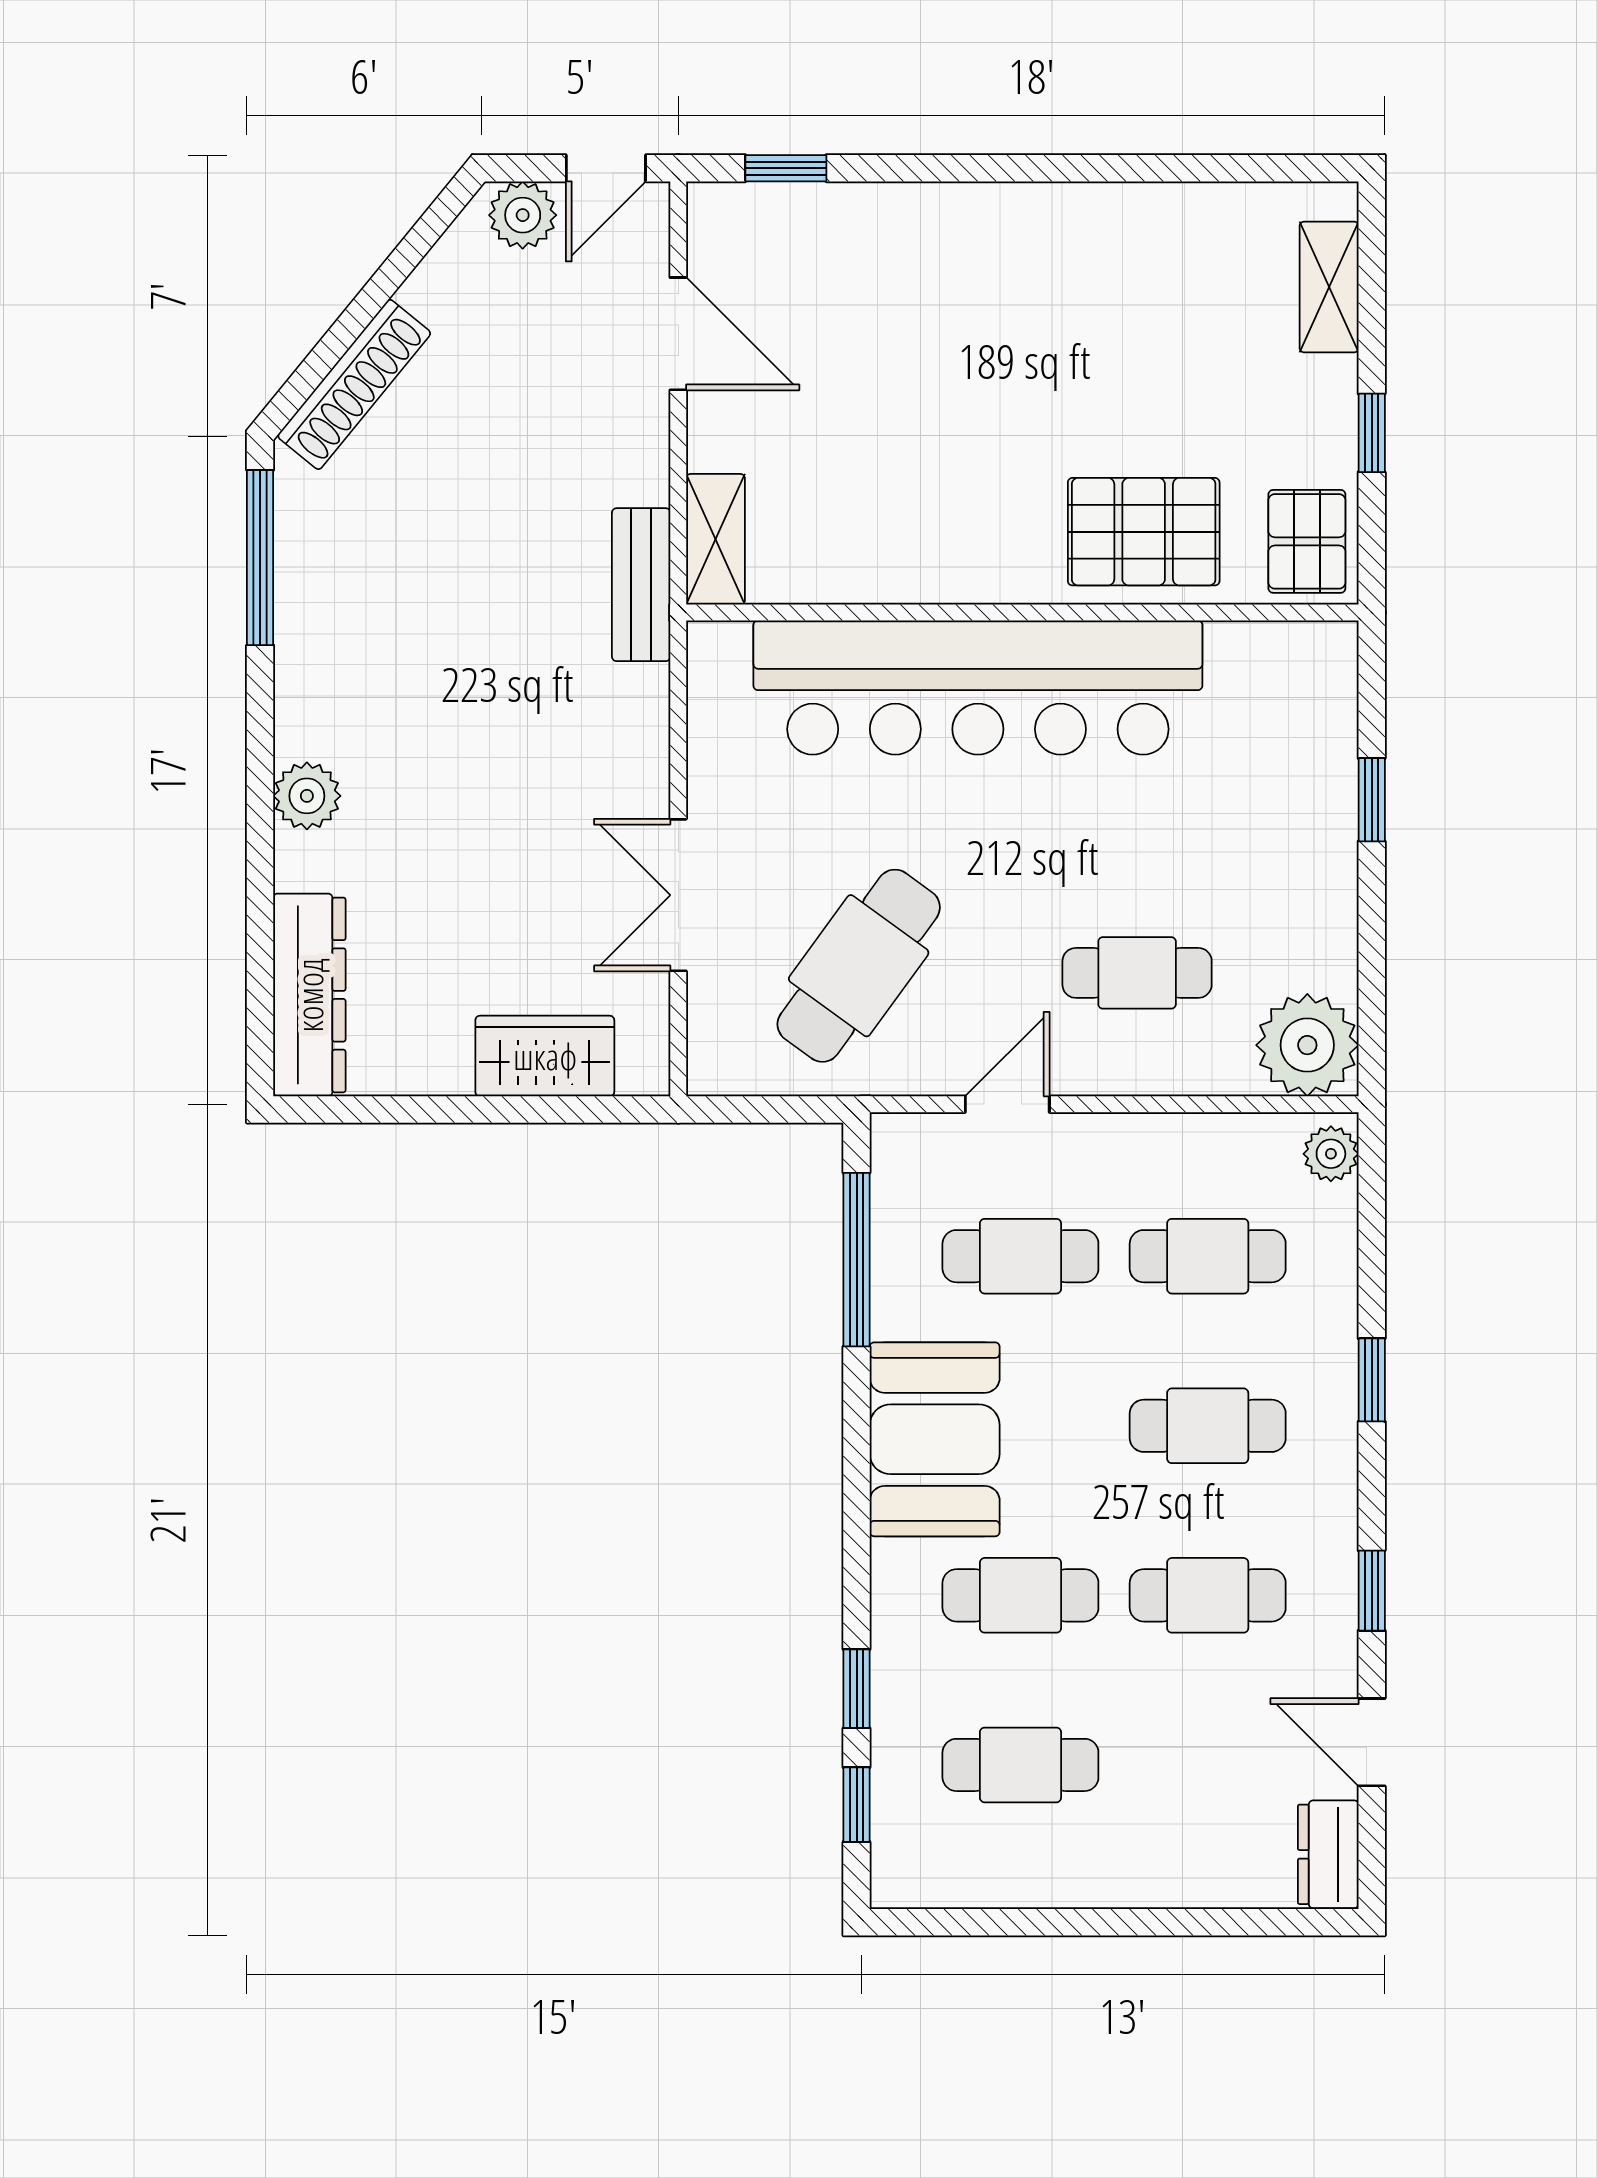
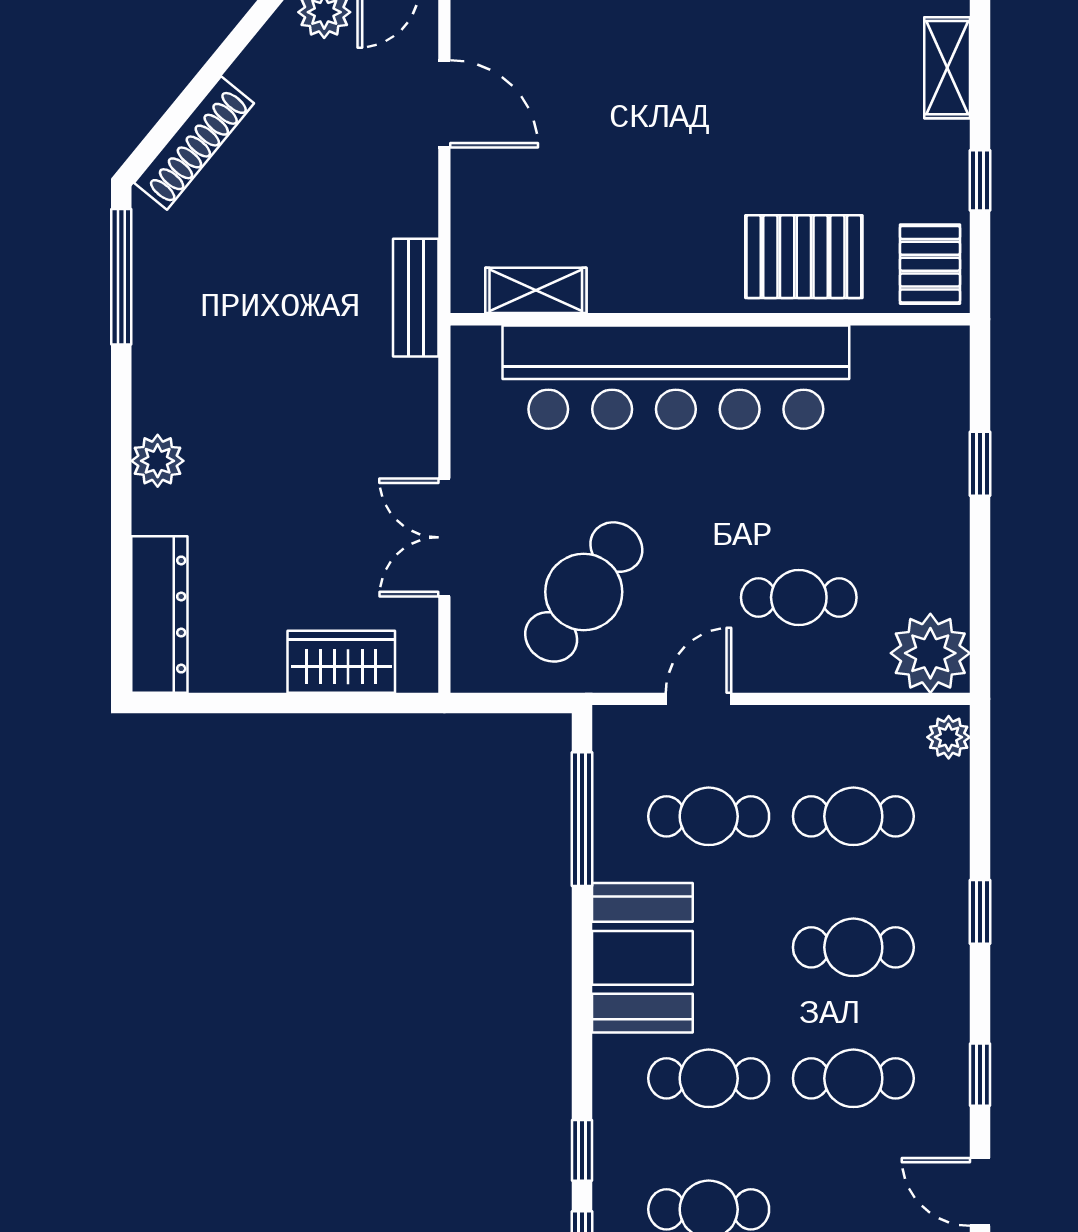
shelving: (716, 539) -> (536, 290), moved, turned 90

